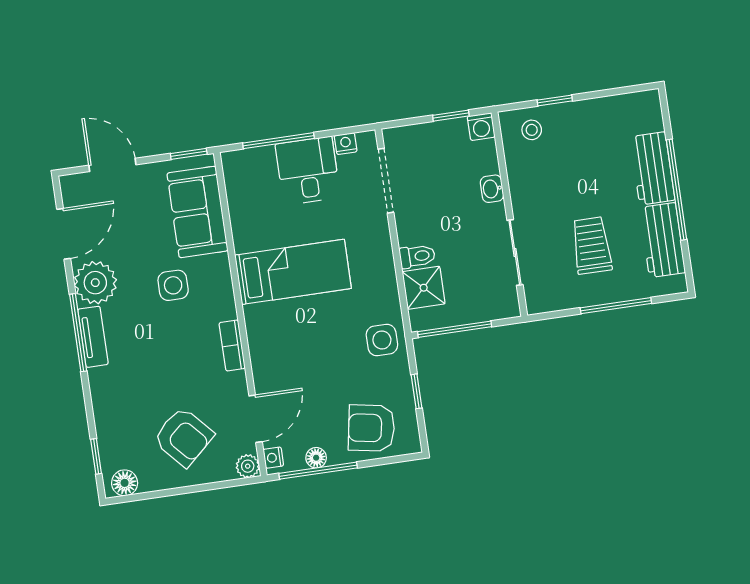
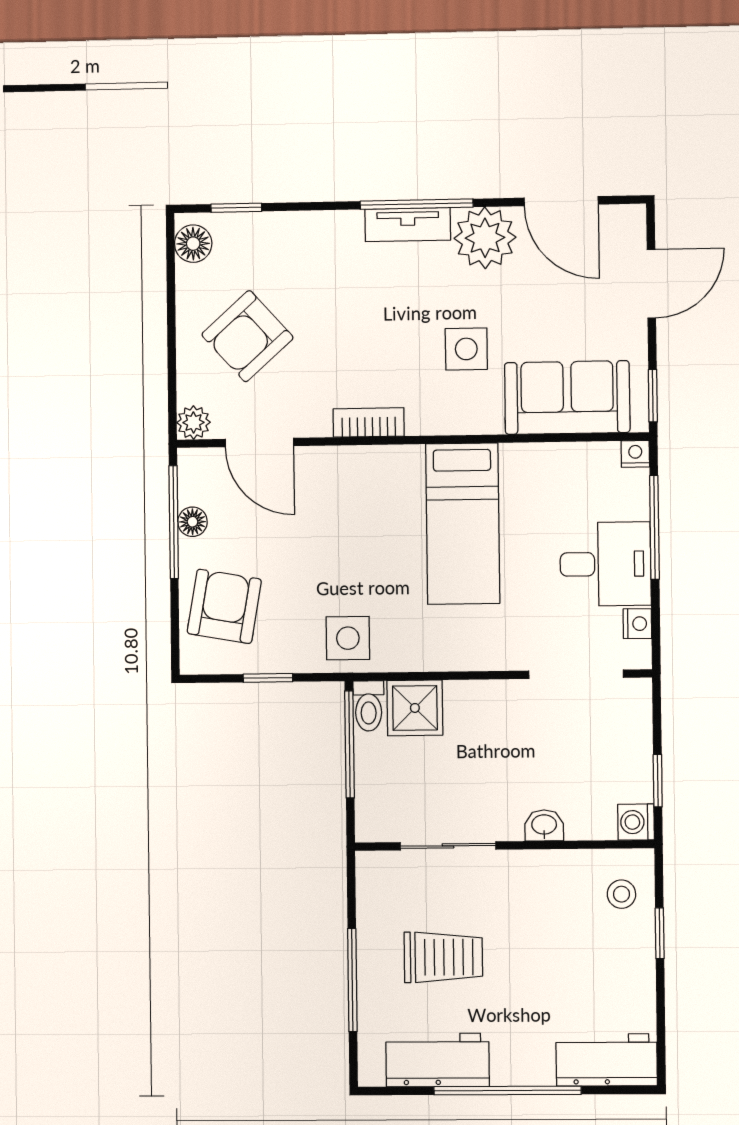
workbench: (652, 168) -> (607, 1060), moved
toilet: (417, 256) -> (369, 706), moved
nightstand: (273, 458) -> (635, 454), moved

